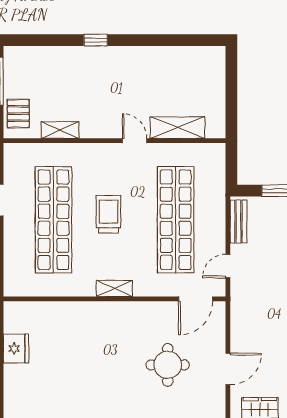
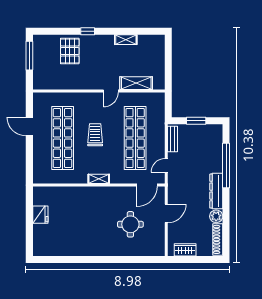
pallet: (18, 114) -> (70, 51), moved, width x1.50, depth x1.42
shelving: (60, 130) -> (126, 40), moved
door: (135, 141) -> (111, 91), swing flipped
door: (228, 369) -> (166, 213), moved

